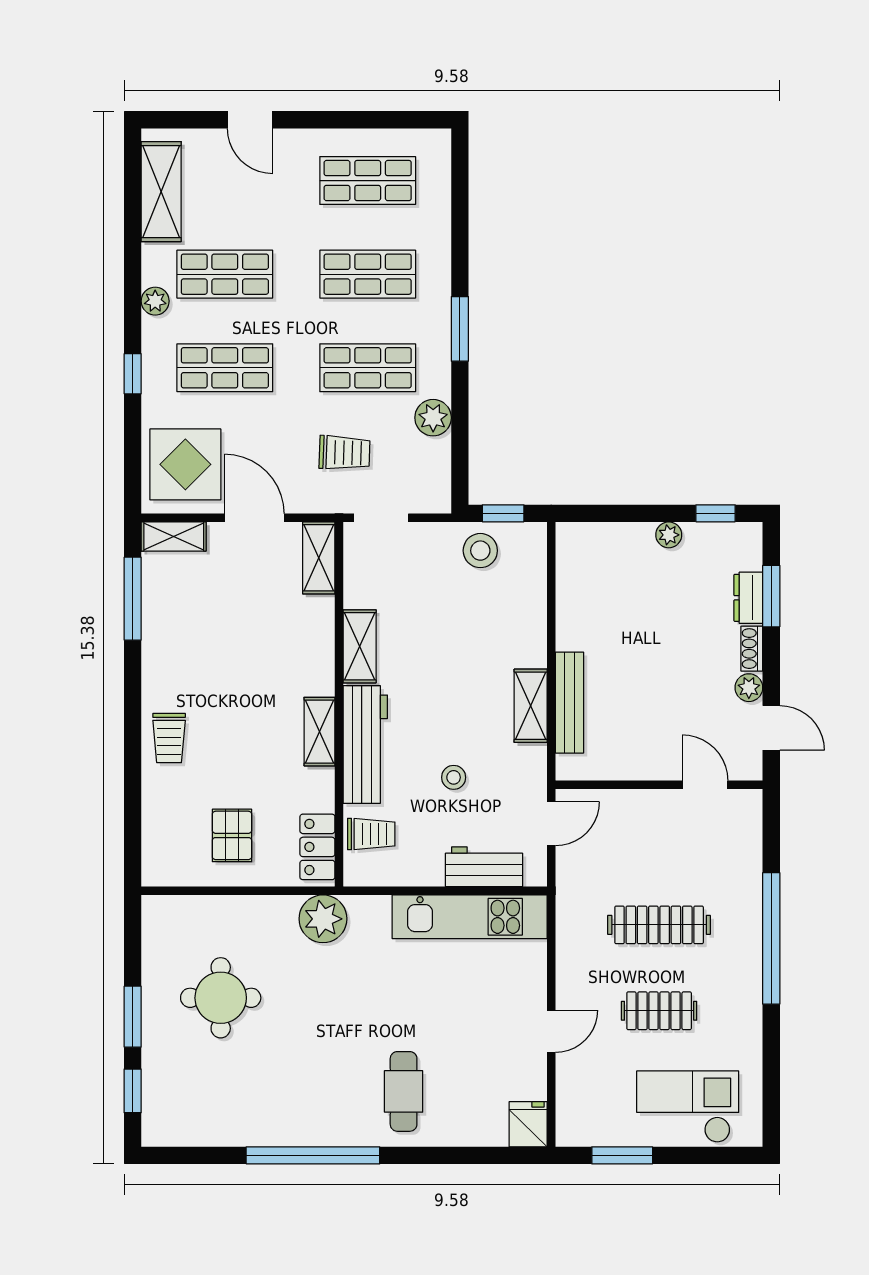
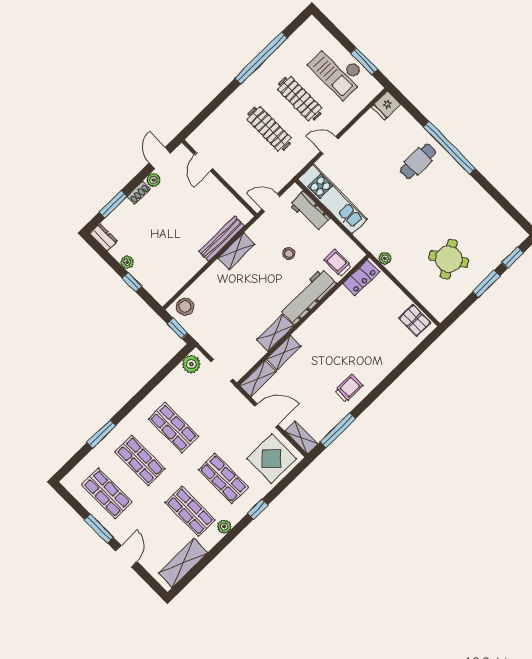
window: (329, 120) -> (99, 529), added
window: (460, 329) -> (101, 434), moved
plant: (433, 418) -> (191, 364), moved
trolley: (344, 453) -> (212, 406), removed
window: (716, 513) -> (132, 282), moved
door: (254, 518) -> (266, 415), swing flipped
stool: (480, 551) -> (185, 307), moved
dresser: (748, 598) -> (104, 237), moved, turned -90
shelving: (320, 732) -> (284, 353), moved
trolley: (169, 738) -> (349, 388), moved
pallet: (232, 835) -> (415, 320), moved, turned 90
plant: (323, 919) -> (385, 258), width x0.53, depth x0.53
window: (771, 938) -> (261, 58), moved
round table: (221, 998) -> (449, 259), turned -33
clothes rail: (659, 1011) -> (300, 99), width x1.36
door: (551, 1031) -> (329, 145), moved
checkout: (688, 1107) -> (338, 71), moved
window: (313, 1155) -> (449, 148), moved

